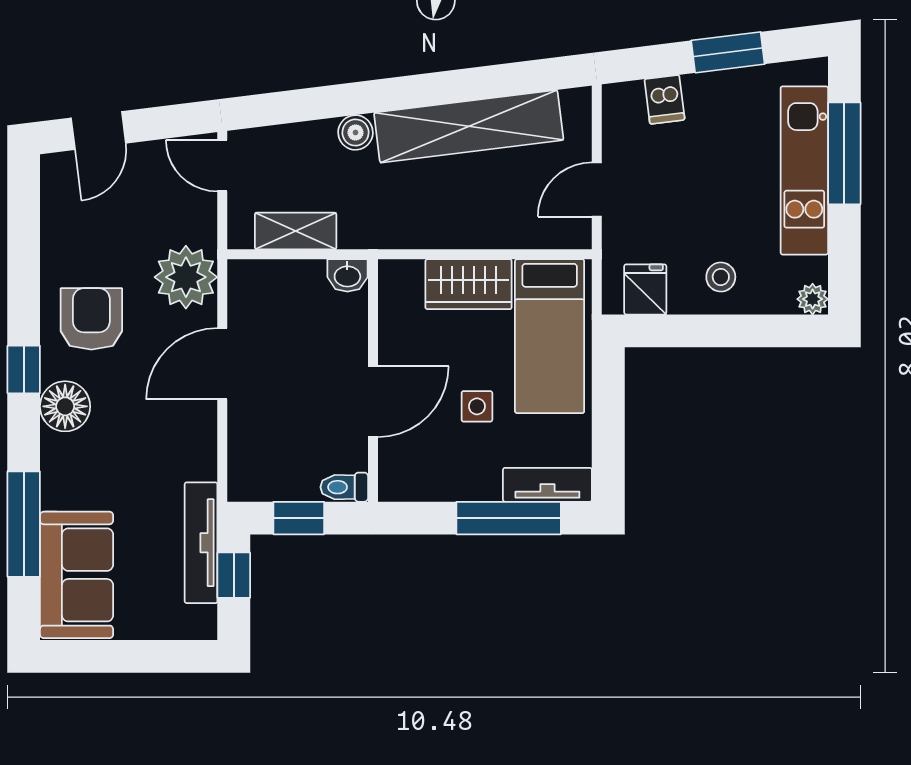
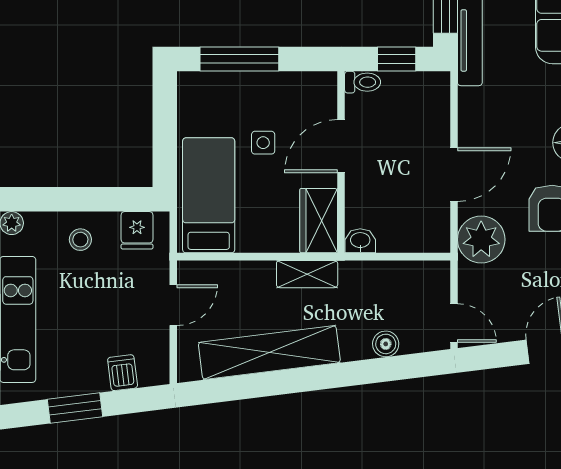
boiler: (355, 133) -> (386, 344), moved
shelving: (296, 231) -> (307, 274), moved
wardrobe: (469, 284) -> (319, 221), moved, turned -90
tv unit: (547, 485) -> (210, 84), removed

